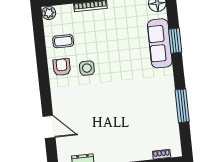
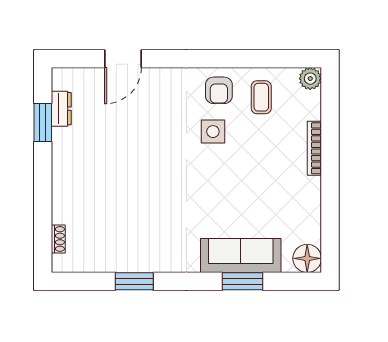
armchair: (62, 67) -> (219, 90), turned 90
window: (182, 106) -> (134, 281), width x0.69

